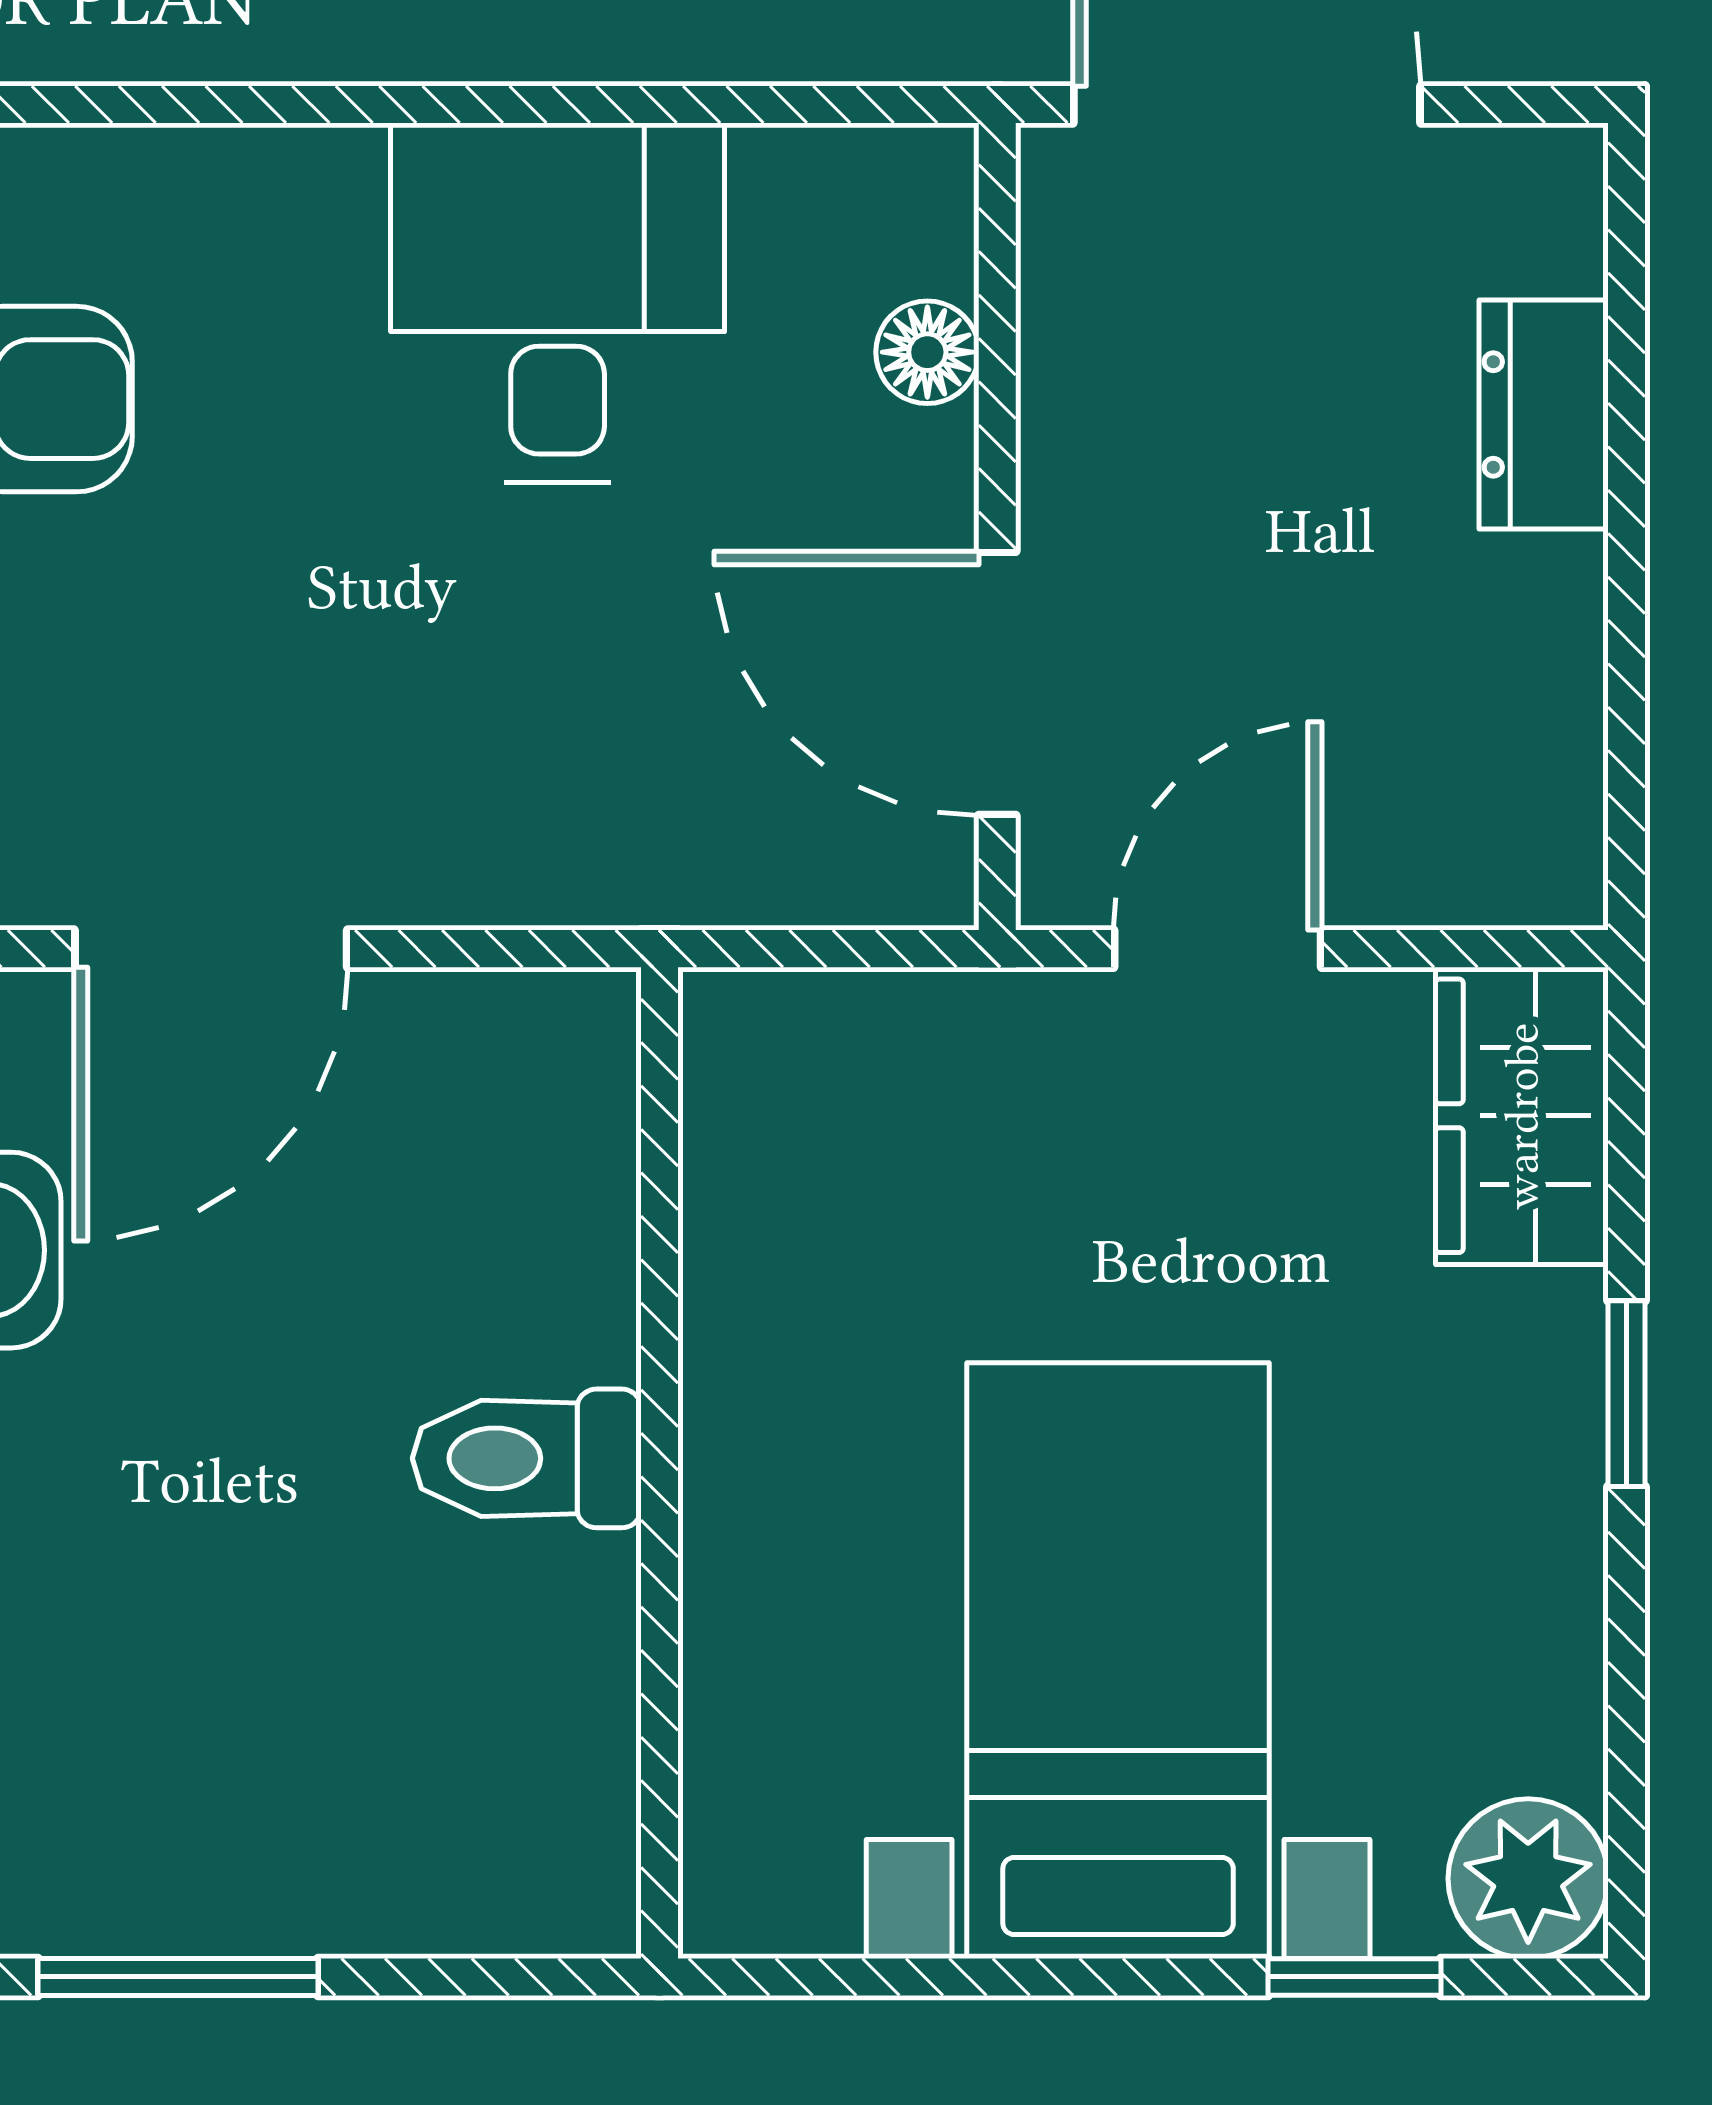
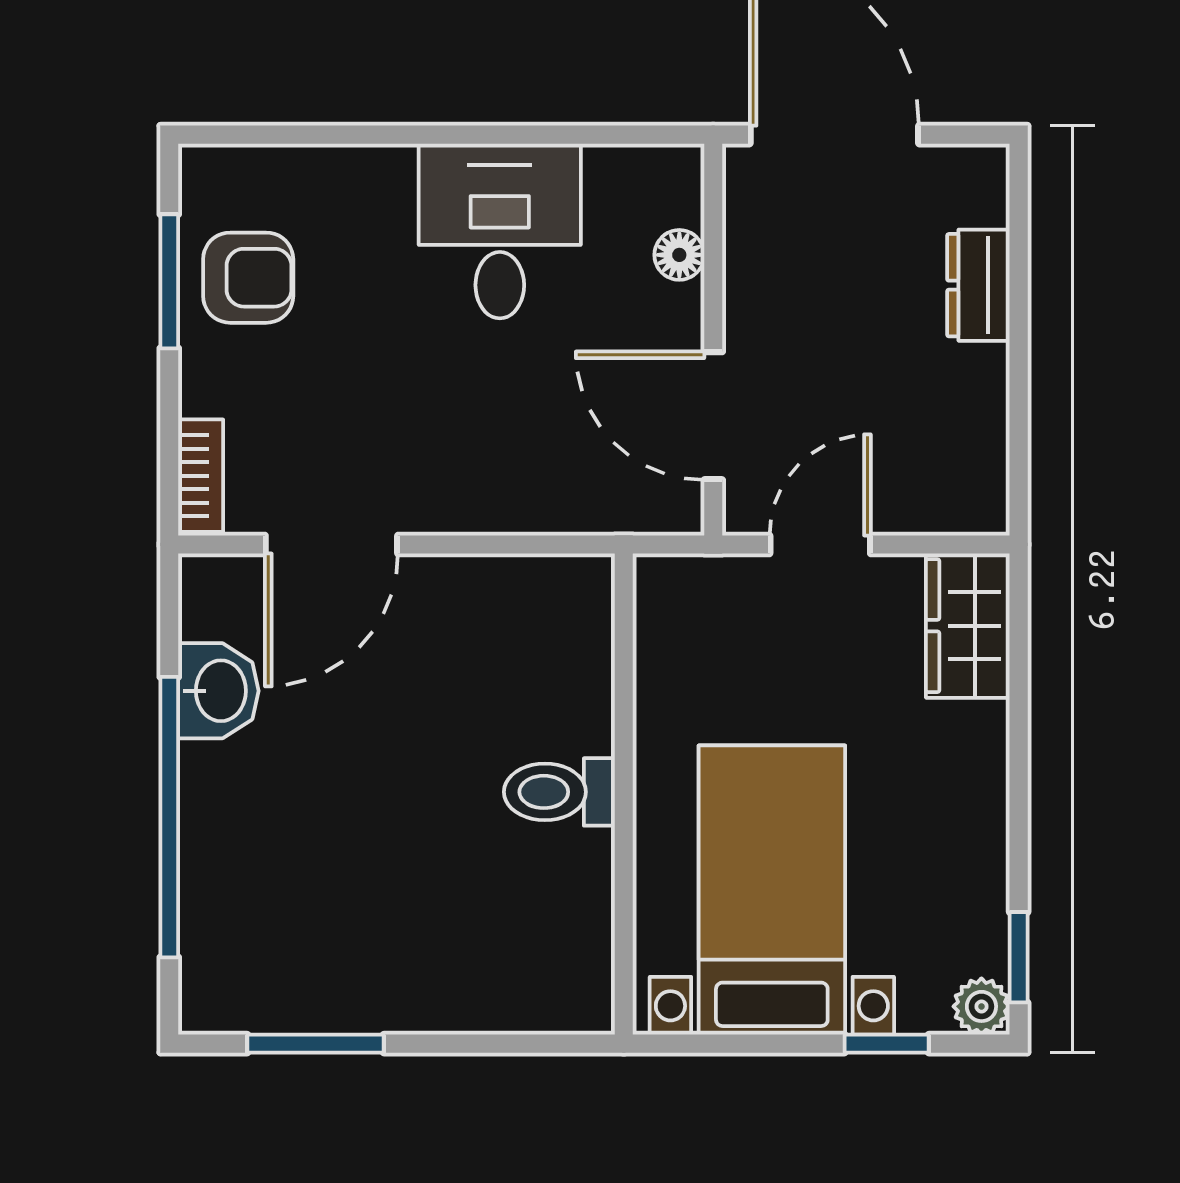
window: (1626, 1394) -> (1019, 957), moved
toilet: (527, 1458) -> (559, 792), moved
wall: (660, 1463) -> (624, 794), moved
plant: (1528, 1879) -> (981, 1006), width x0.73, depth x0.73

